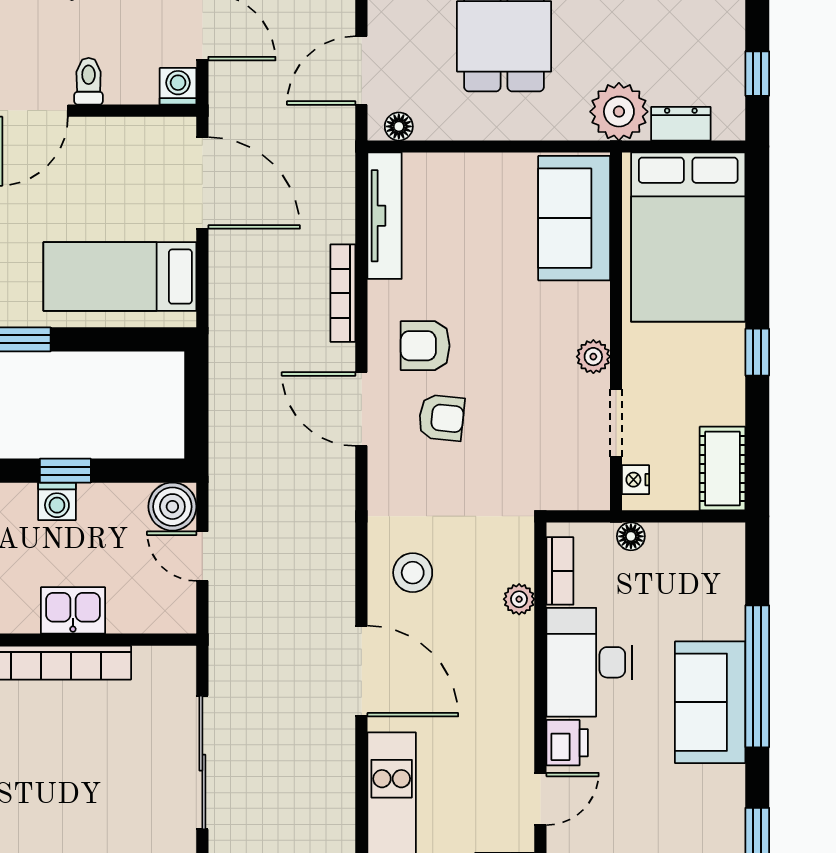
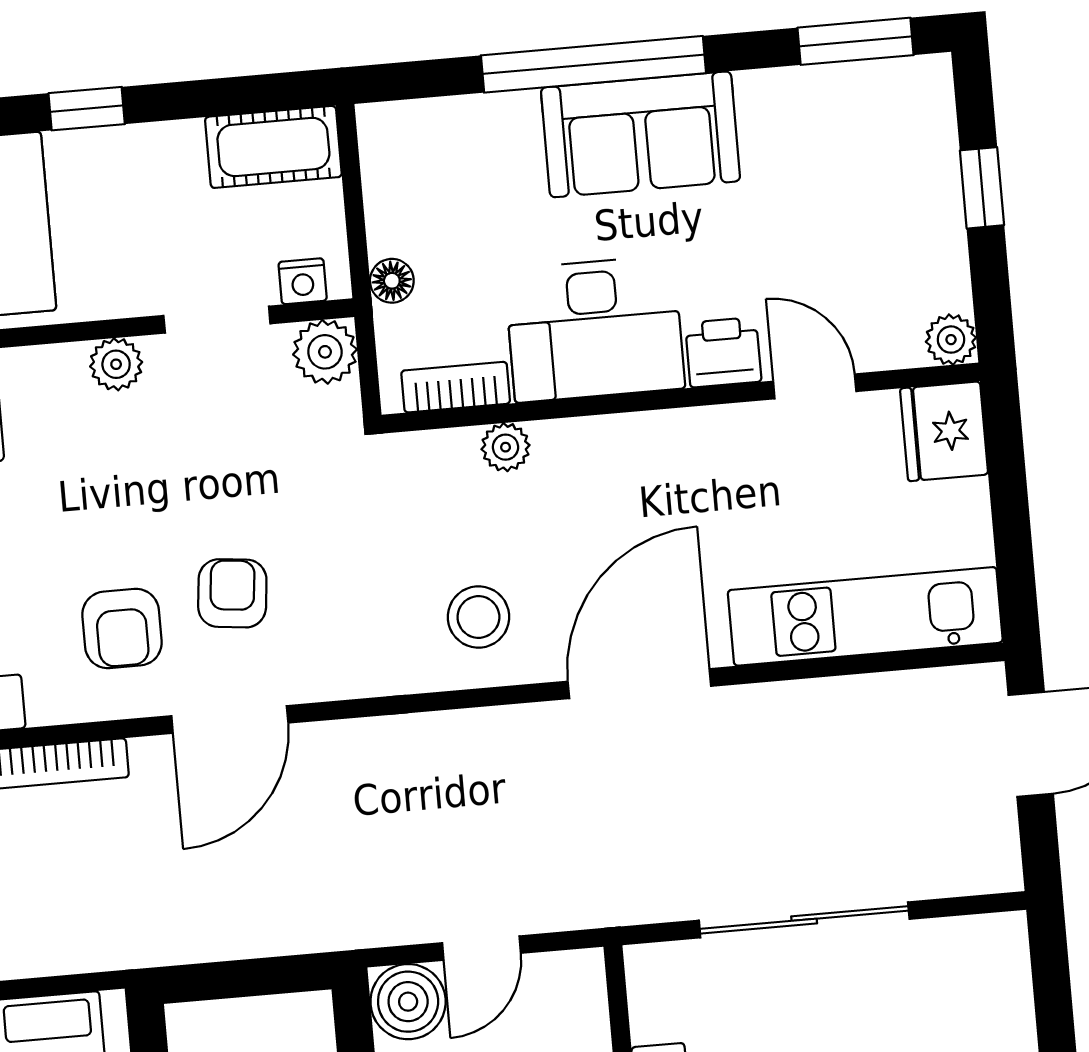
plant: (590, 490) -> (325, 352), added

